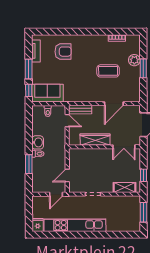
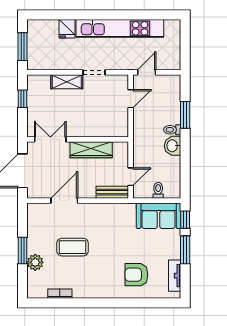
door: (67, 121) -> (131, 177), swing flipped
shelving: (124, 187) -> (67, 82), moved
fridge: (38, 225) -> (67, 29), moved

